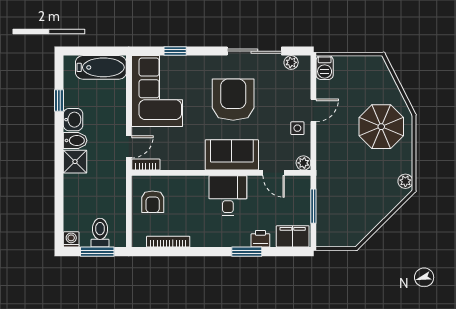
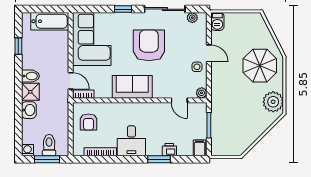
window: (175, 51) -> (123, 9), moved
door: (313, 110) -> (209, 53), hinge flipped
washbasin: (73, 120) -> (29, 110), moved
door: (129, 147) -> (71, 81), hinge flipped
sofa: (232, 155) -> (132, 87), moved
plant: (405, 181) -> (273, 102), width x1.88, depth x1.88
desk: (228, 196) -> (131, 141), moved, turned 180
filing cabinet: (293, 236) -> (200, 148), width x0.50

